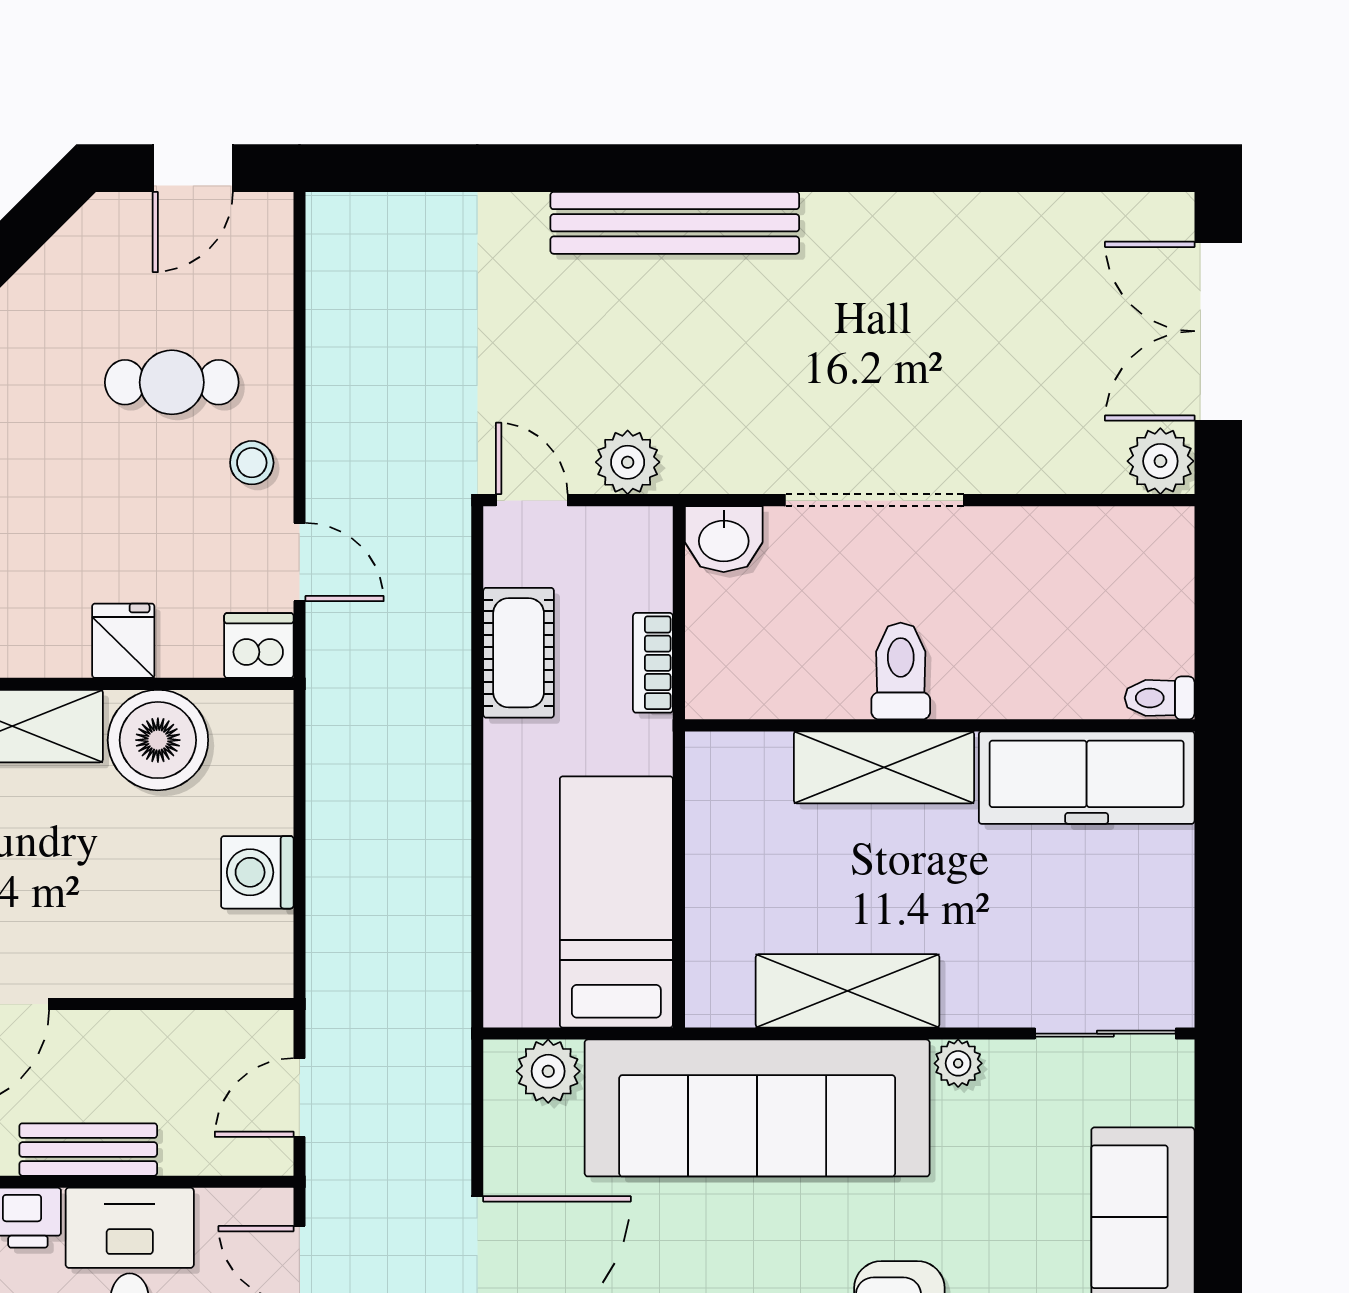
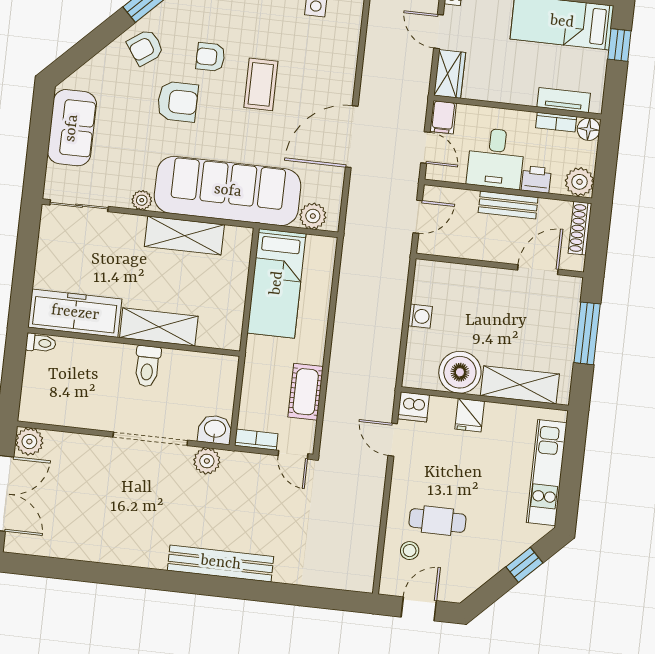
plant: (628, 462) -> (207, 461), moved
stool: (252, 463) -> (410, 551), moved
bookcase: (653, 663) -> (256, 440), moved, turned -90
washing machine: (257, 872) -> (420, 316), width x0.73, depth x0.73

